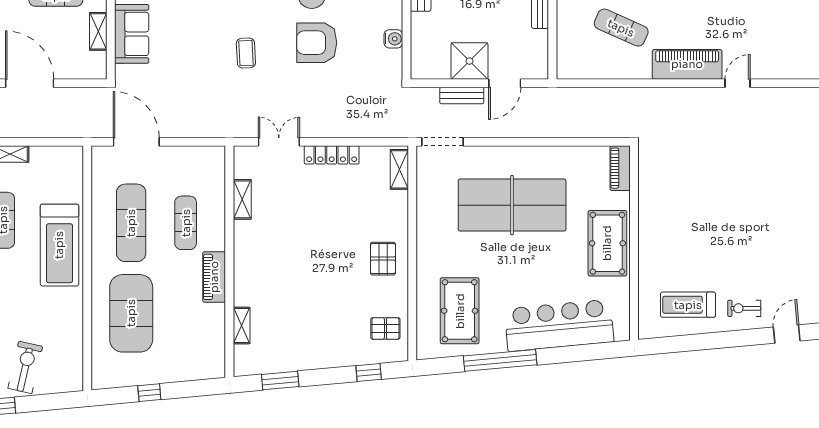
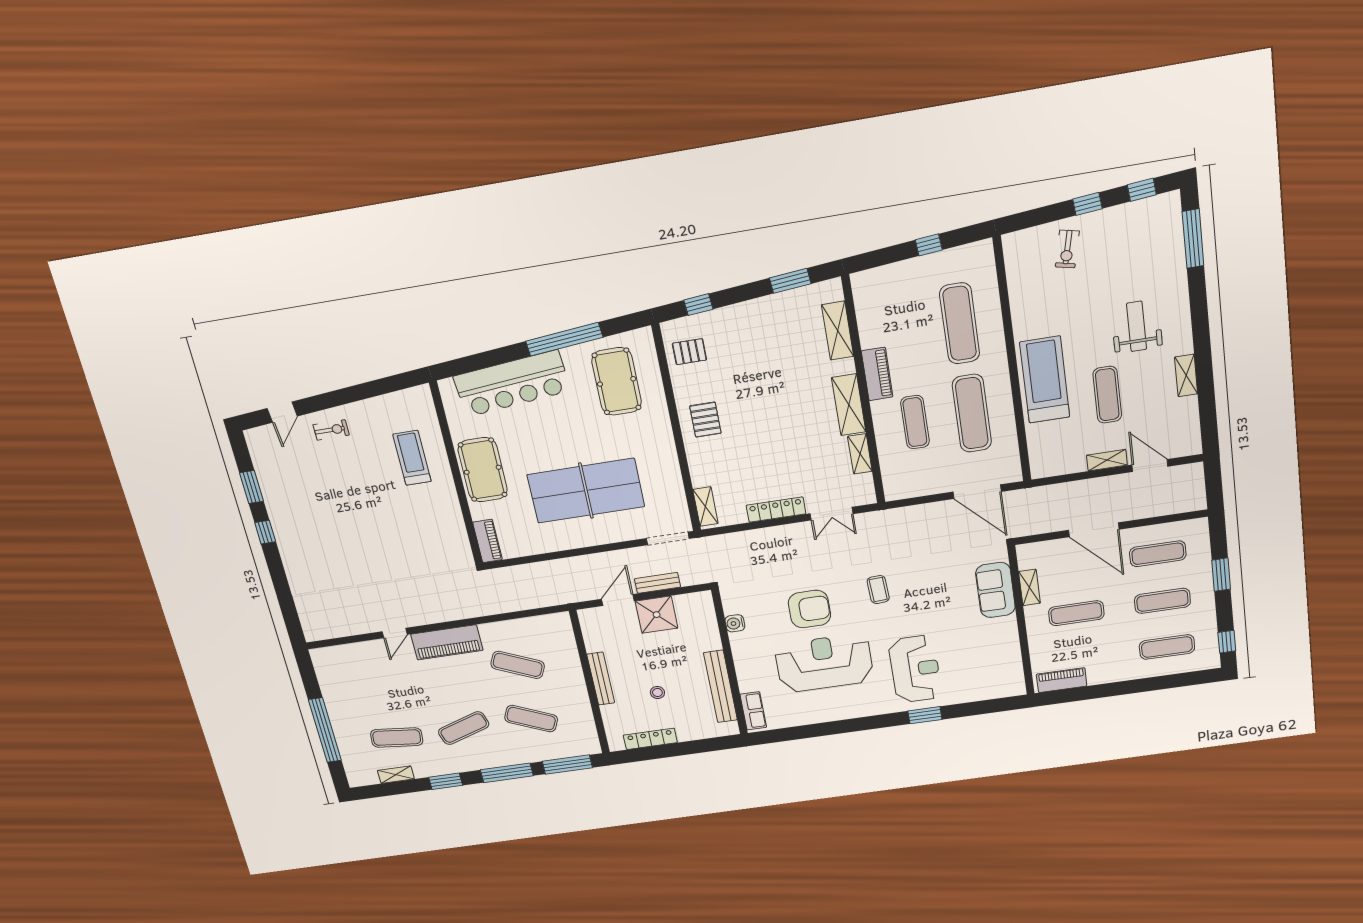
shelving: (245, 251) -> (849, 405), added
treadmill: (688, 305) -> (412, 458), moved, turned -90
exercise mat: (131, 313) -> (960, 323), width x0.68
shelving: (242, 325) -> (838, 331), width x1.50, depth x1.33
exercise bike: (25, 367) -> (1067, 249), width x0.73, depth x0.72

